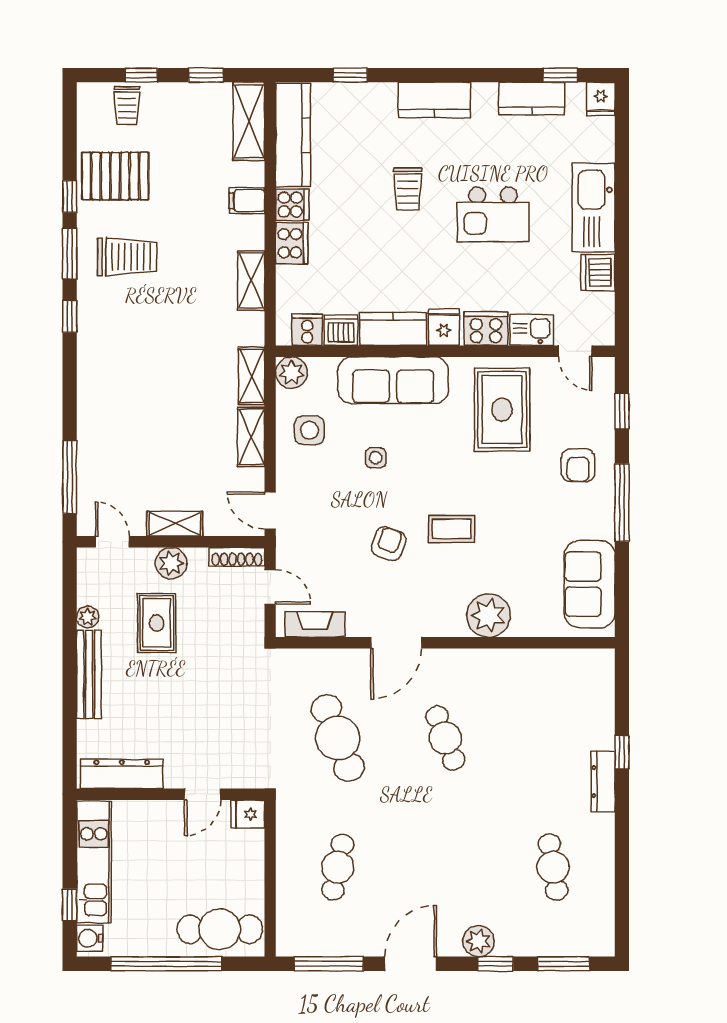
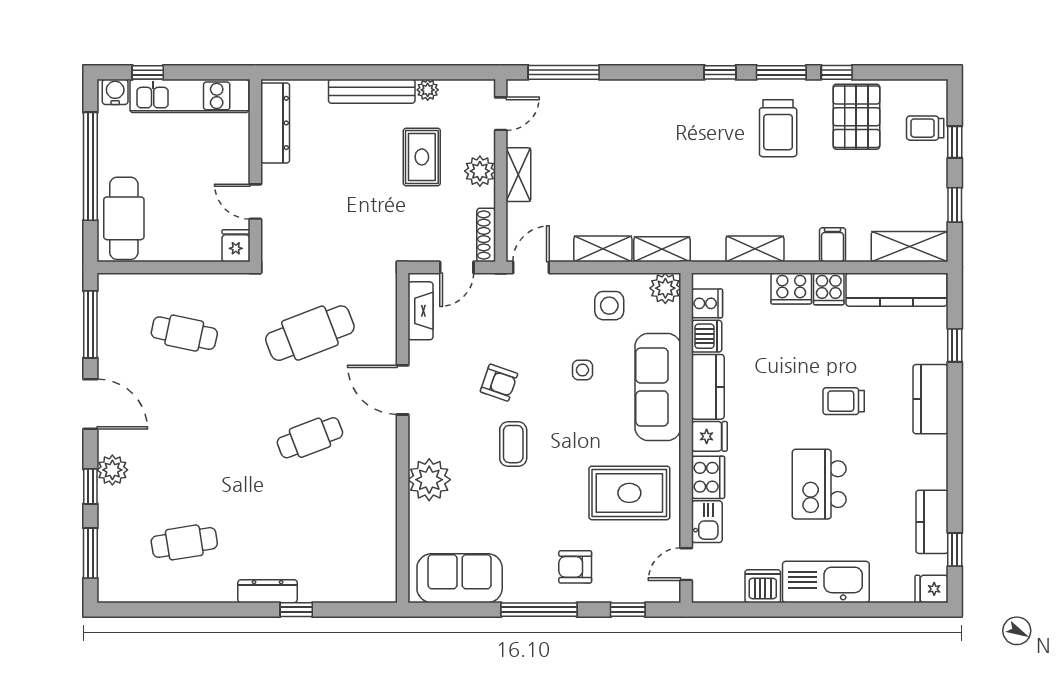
kitchen counter: (434, 100) -> (931, 399), moved
rug: (157, 623) -> (422, 157), turned 90

